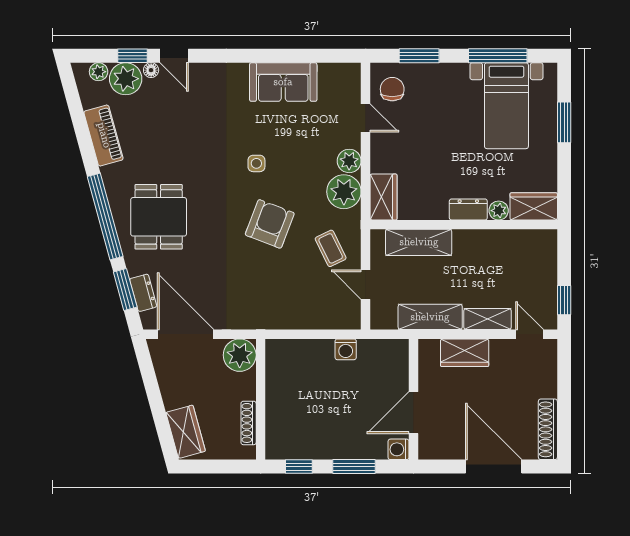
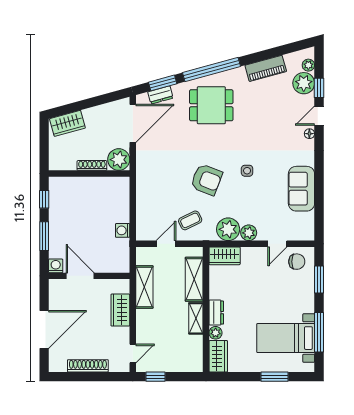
floor lamp: (151, 70) -> (309, 134), moved
shelving: (487, 319) -> (196, 318), moved
shoe rack: (249, 423) -> (92, 165), moved
shoe rack: (548, 429) -> (88, 366), moved

